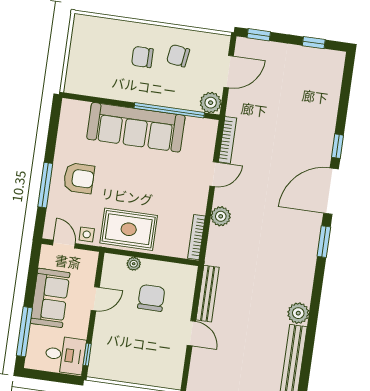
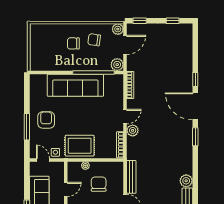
plant: (220, 44) -> (118, 29), added
door: (214, 174) -> (125, 117), moved
armchair: (79, 178) -> (46, 120), turned -90
door: (331, 191) -> (195, 106), hinge flipped

